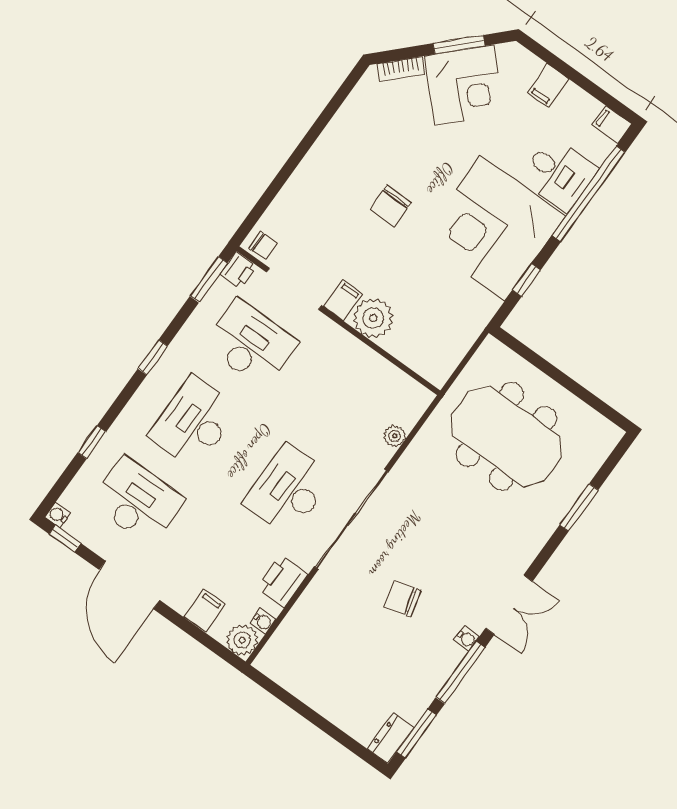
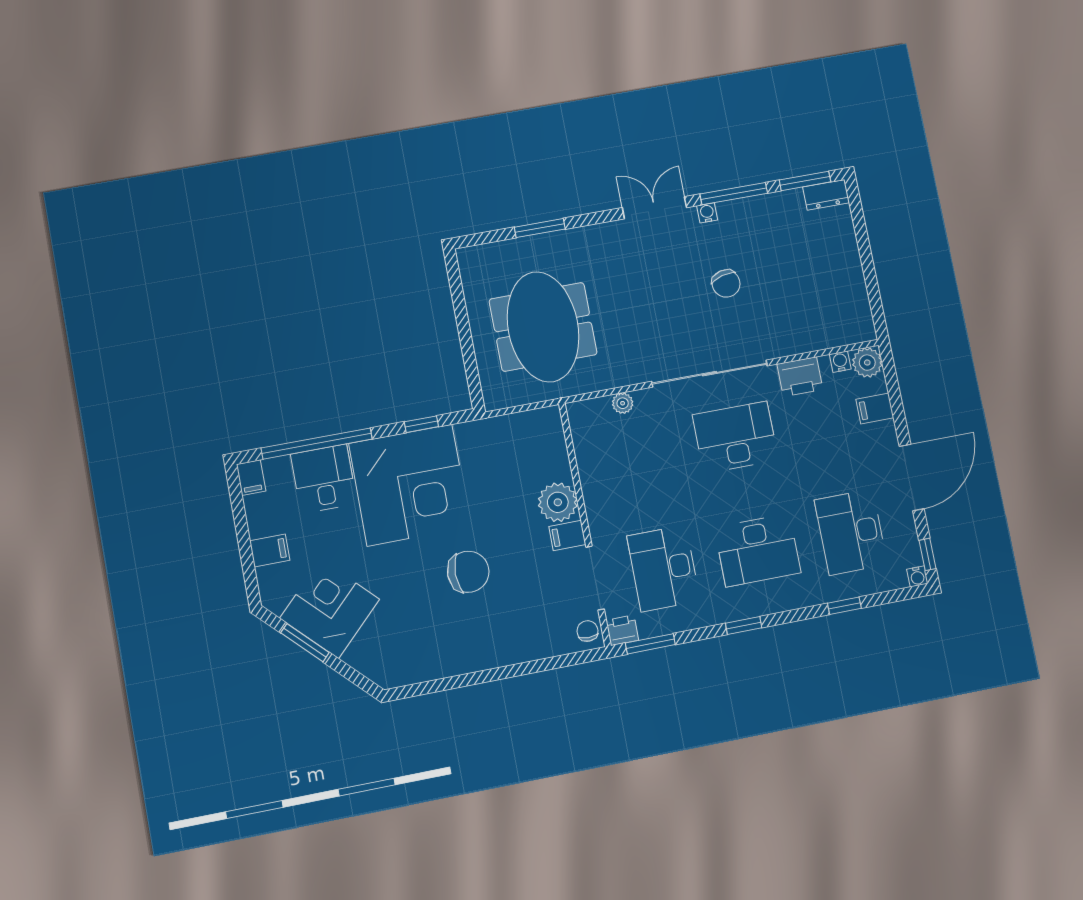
bookcase: (401, 69) -> (365, 665), removed
chair: (390, 206) -> (468, 572), width x1.37, depth x1.37
desk: (288, 490) -> (735, 437), turned 180

